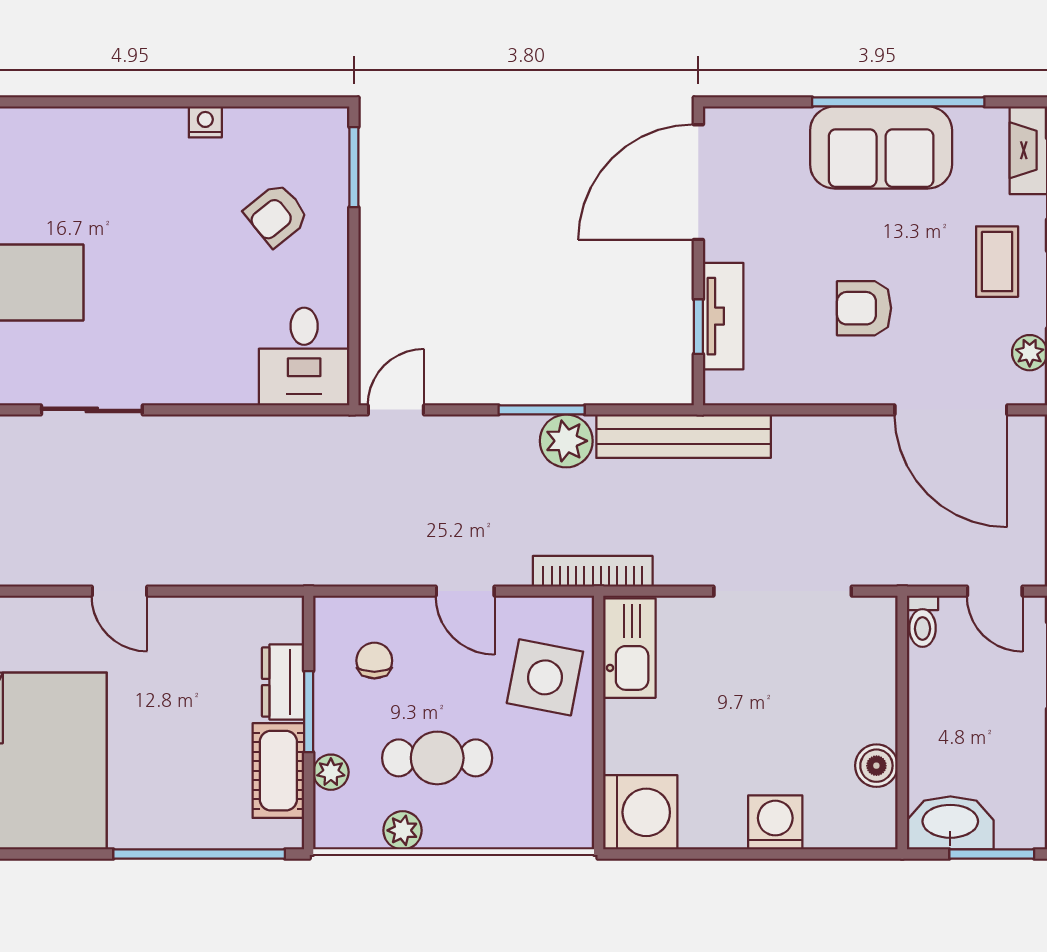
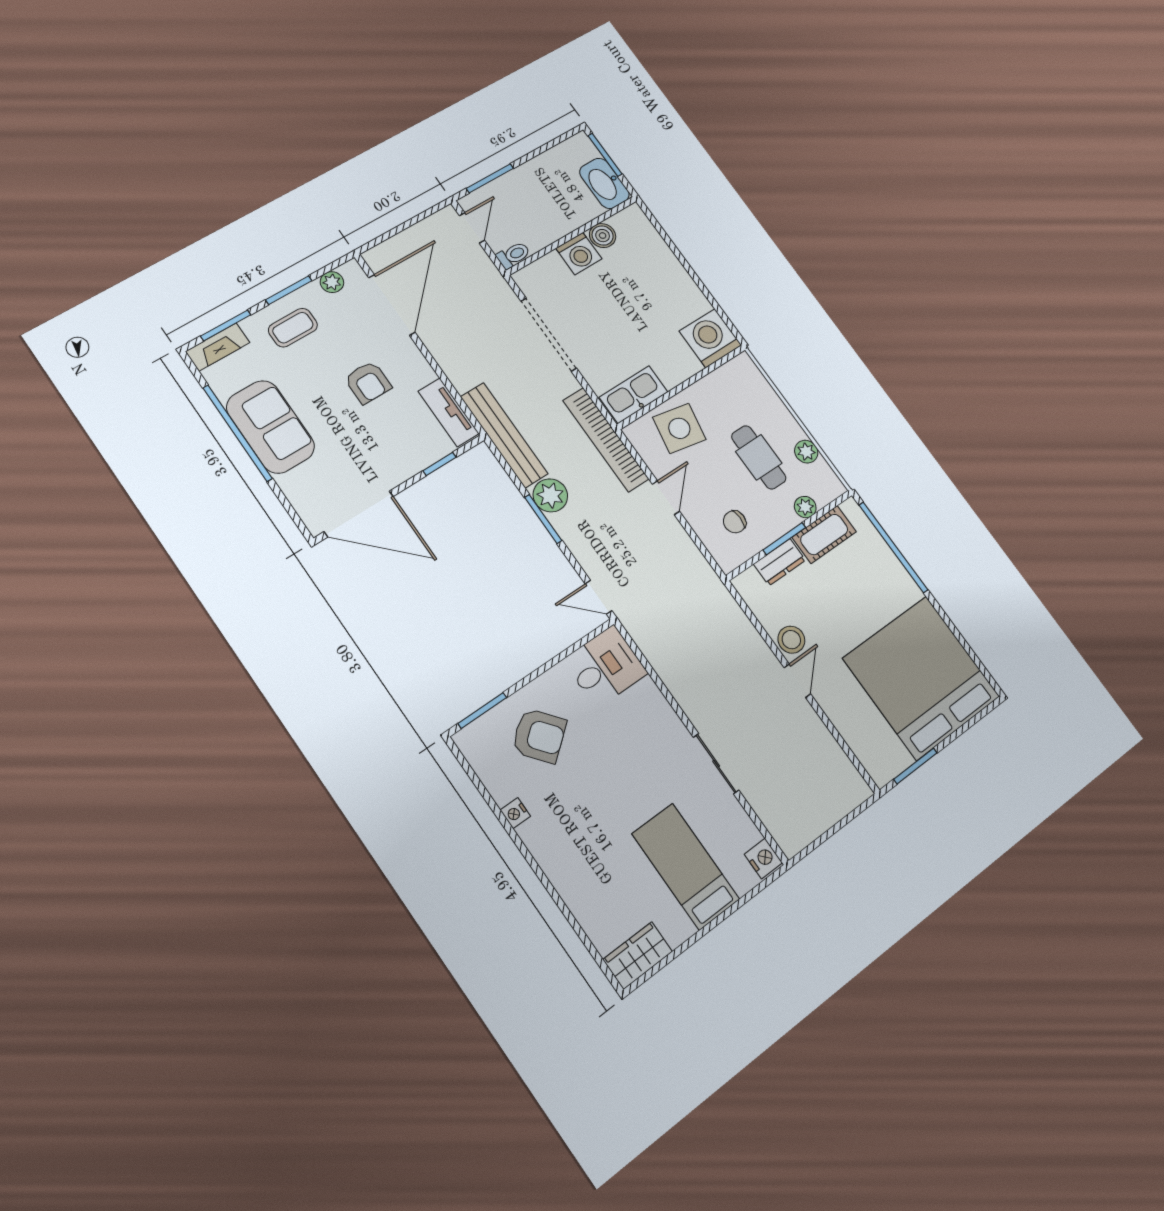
armchair: (277, 215) -> (539, 736), width x1.38, depth x1.38
tv unit: (723, 316) -> (449, 412), moved, turned -90
bookcase: (593, 571) -> (606, 440), width x1.48, depth x1.31
stool: (175, 622) -> (791, 640), added
washing machine: (775, 822) -> (579, 254), moved, turned -90

